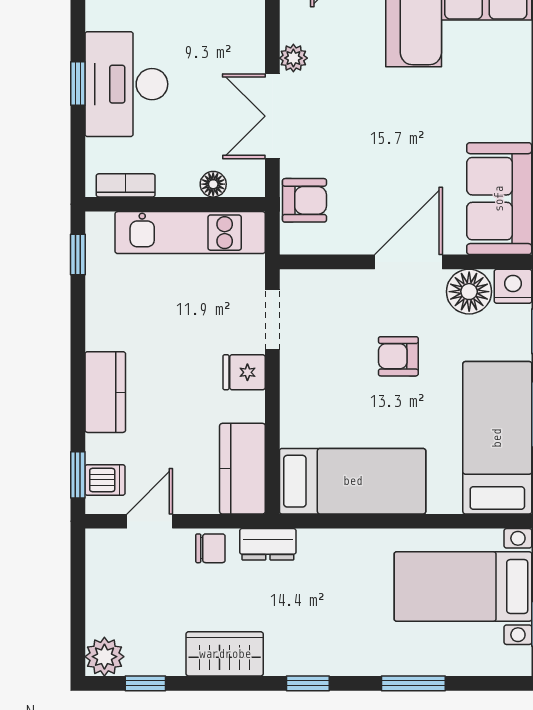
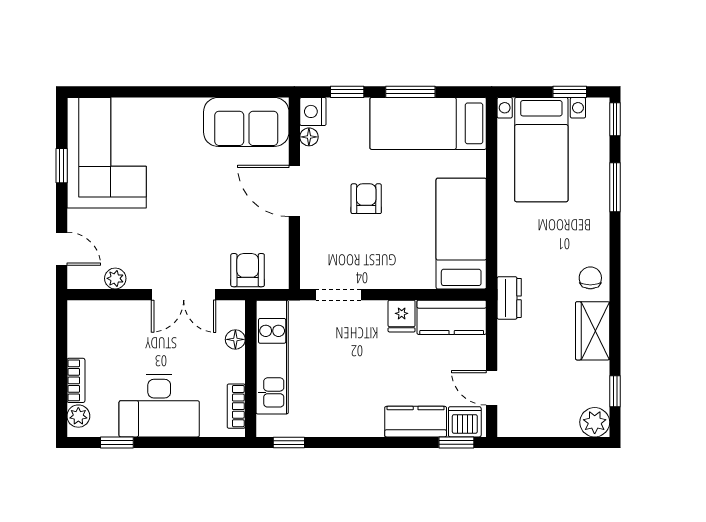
plant: (293, 58) -> (115, 278), moved
window: (78, 83) -> (117, 442), moved
floor lamp: (469, 292) -> (309, 137), width x0.53, depth x0.53
armchair: (398, 356) -> (366, 199), turned 180
fridge: (244, 372) -> (402, 316), moved
kitchen counter: (105, 392) -> (416, 422), moved
dishwasher: (105, 480) -> (465, 422), width x1.38
chair: (210, 548) -> (590, 278), moved
window: (308, 683) -> (615, 119), moved

